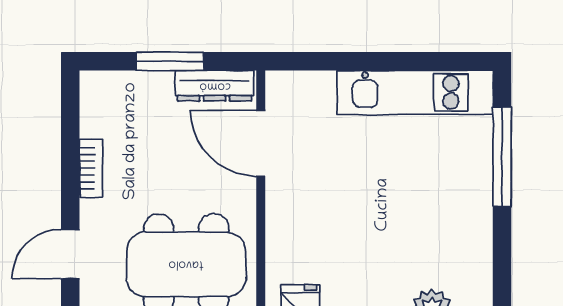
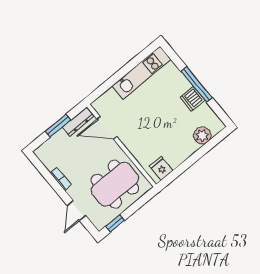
window: (502, 157) -> (197, 85), moved
dishwasher: (471, 224) -> (192, 99), added

